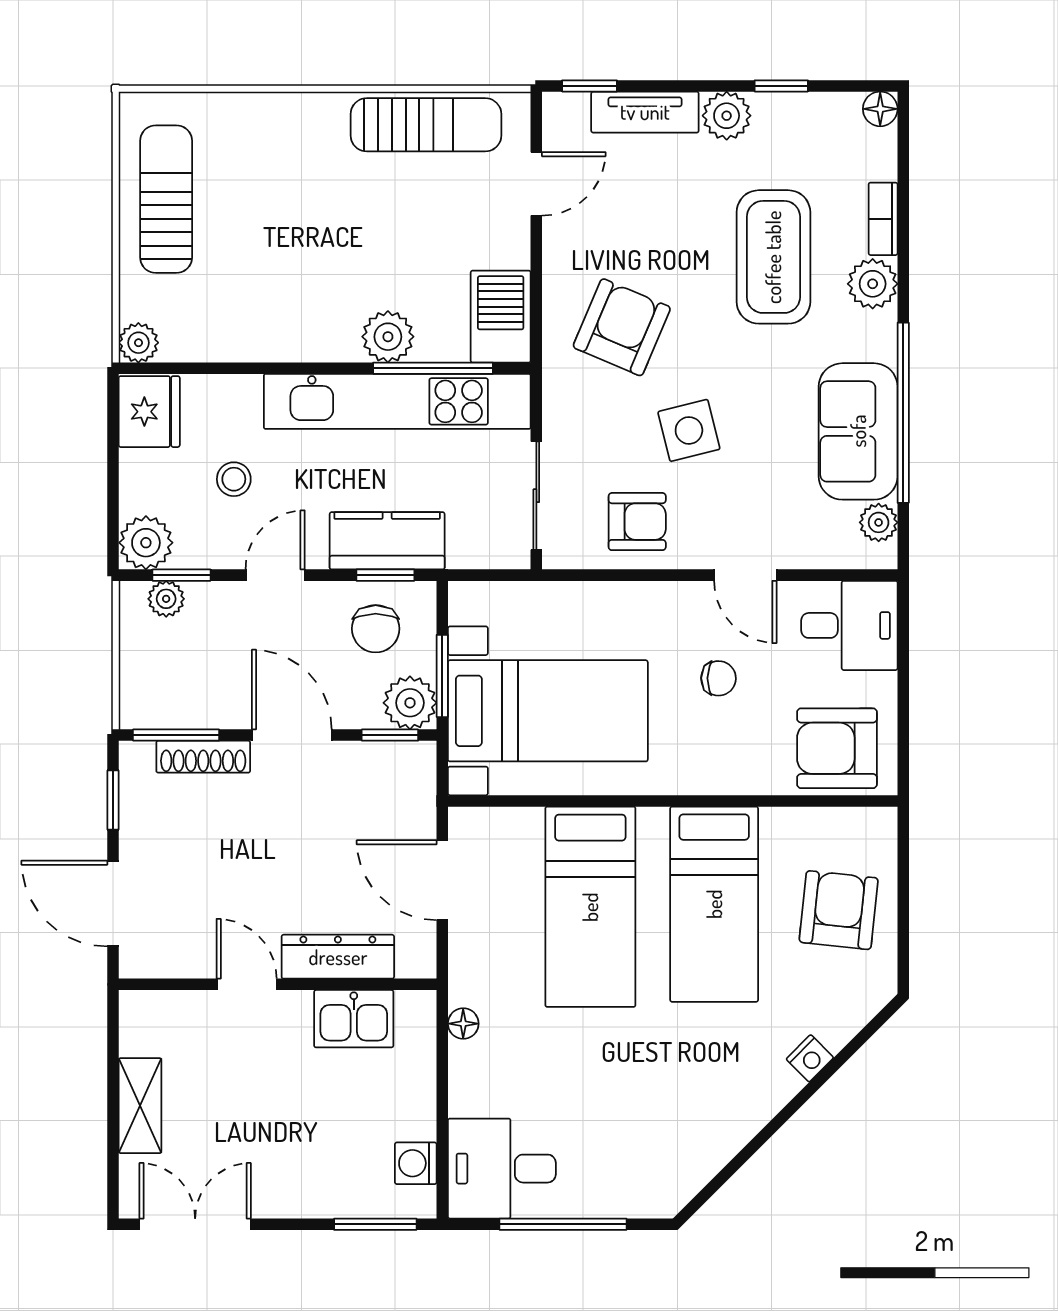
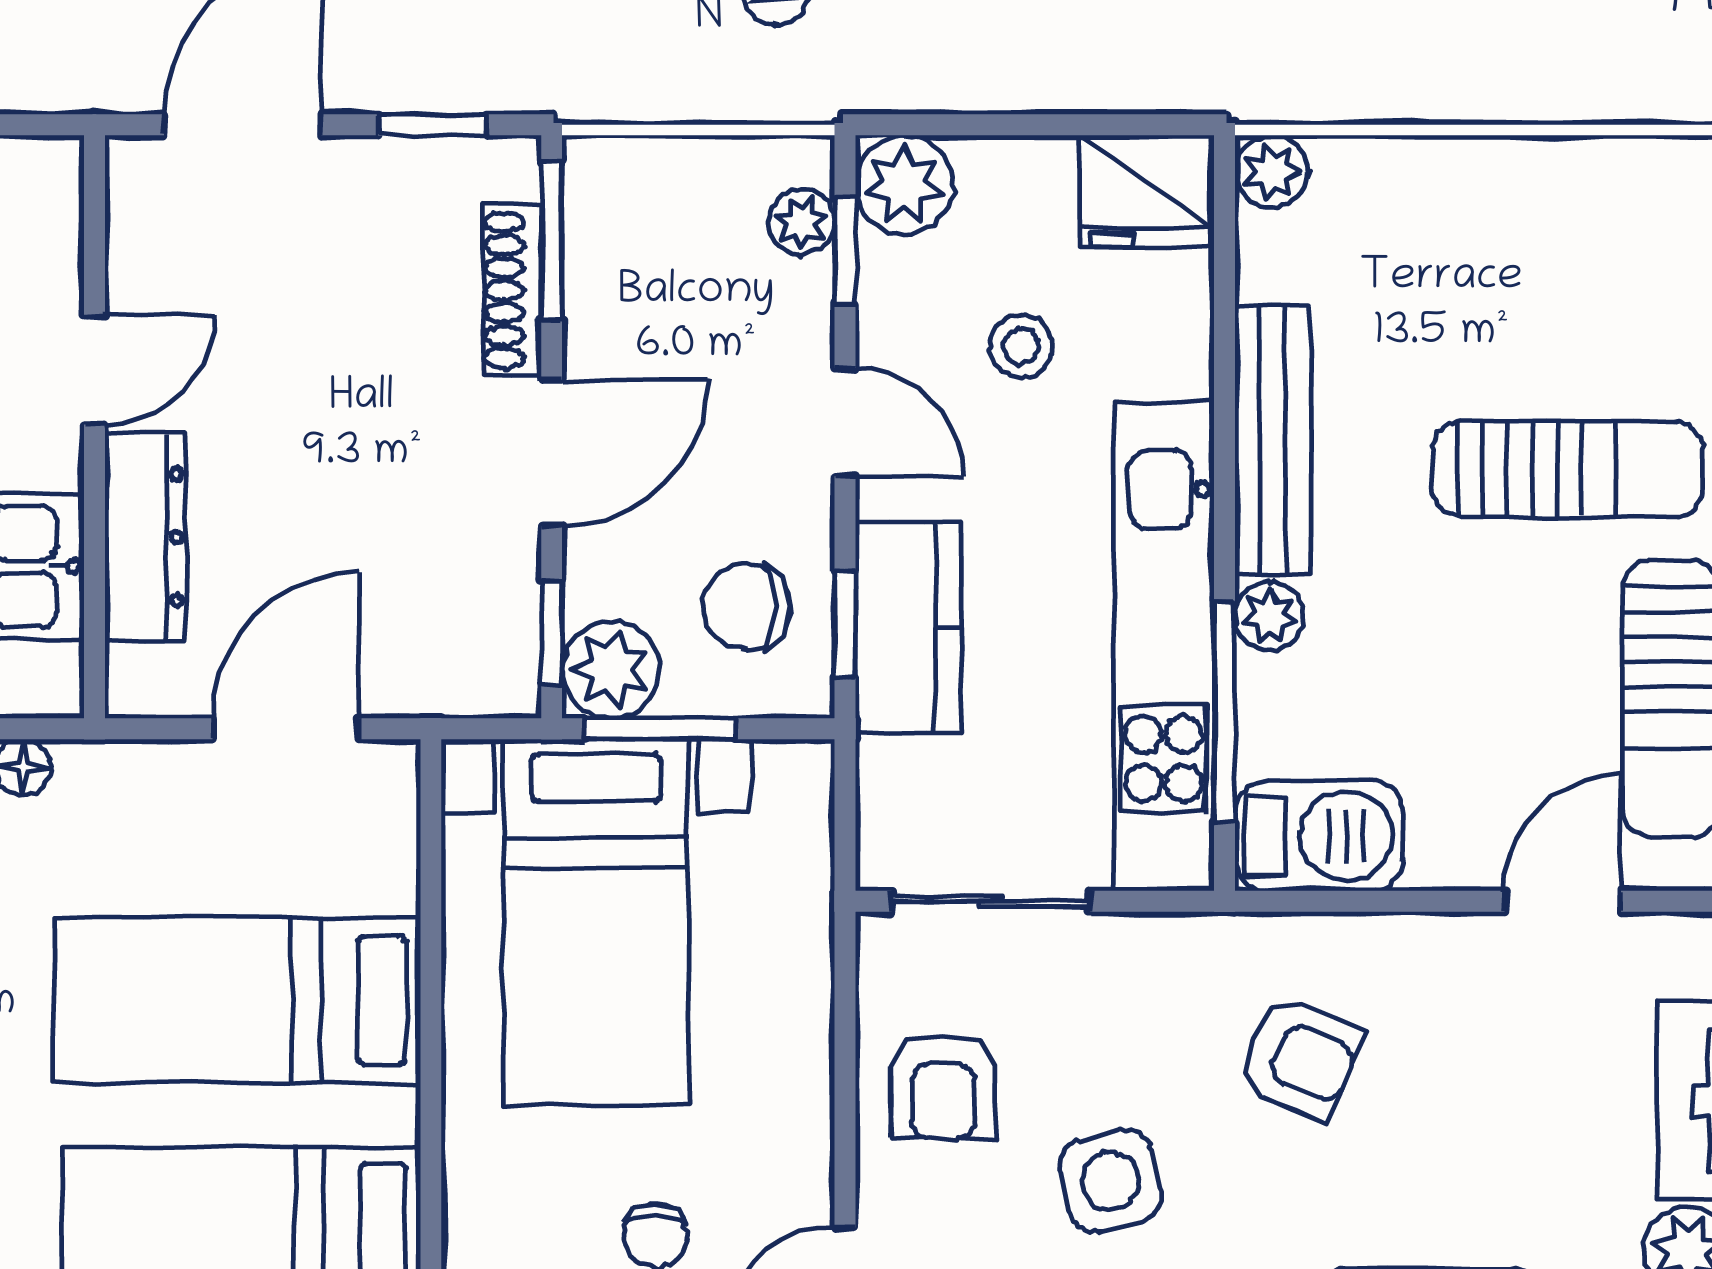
door: (536, 184) -> (1563, 901), swing flipped
sun lounger: (166, 199) -> (1568, 469), moved
armchair: (622, 327) -> (1300, 1058), width x0.72, depth x0.72
plant: (388, 337) -> (1269, 616), width x0.73, depth x0.73
bench: (285, 342) -> (1273, 440), added

